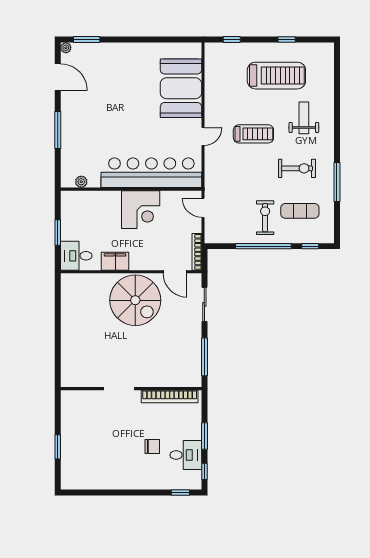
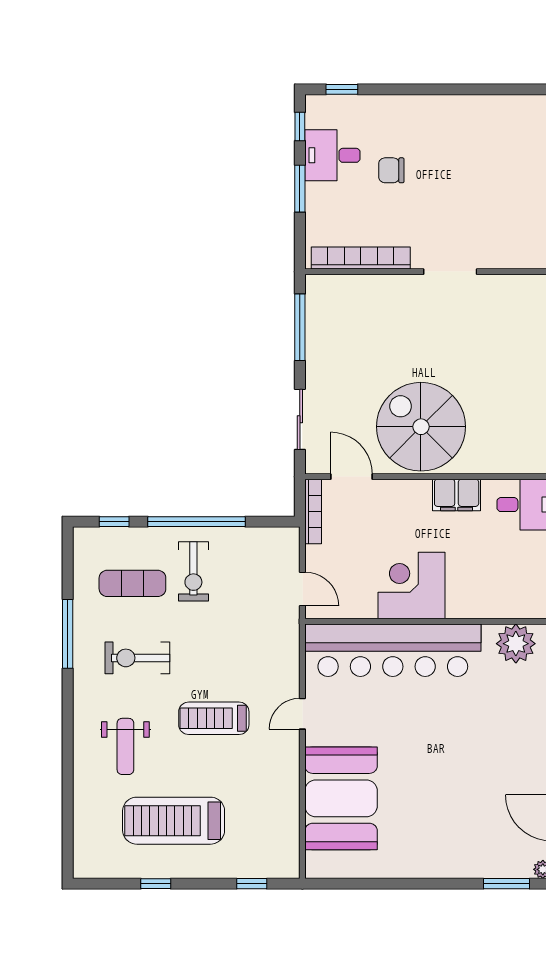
plant: (81, 182) -> (516, 644), width x1.88, depth x1.88

